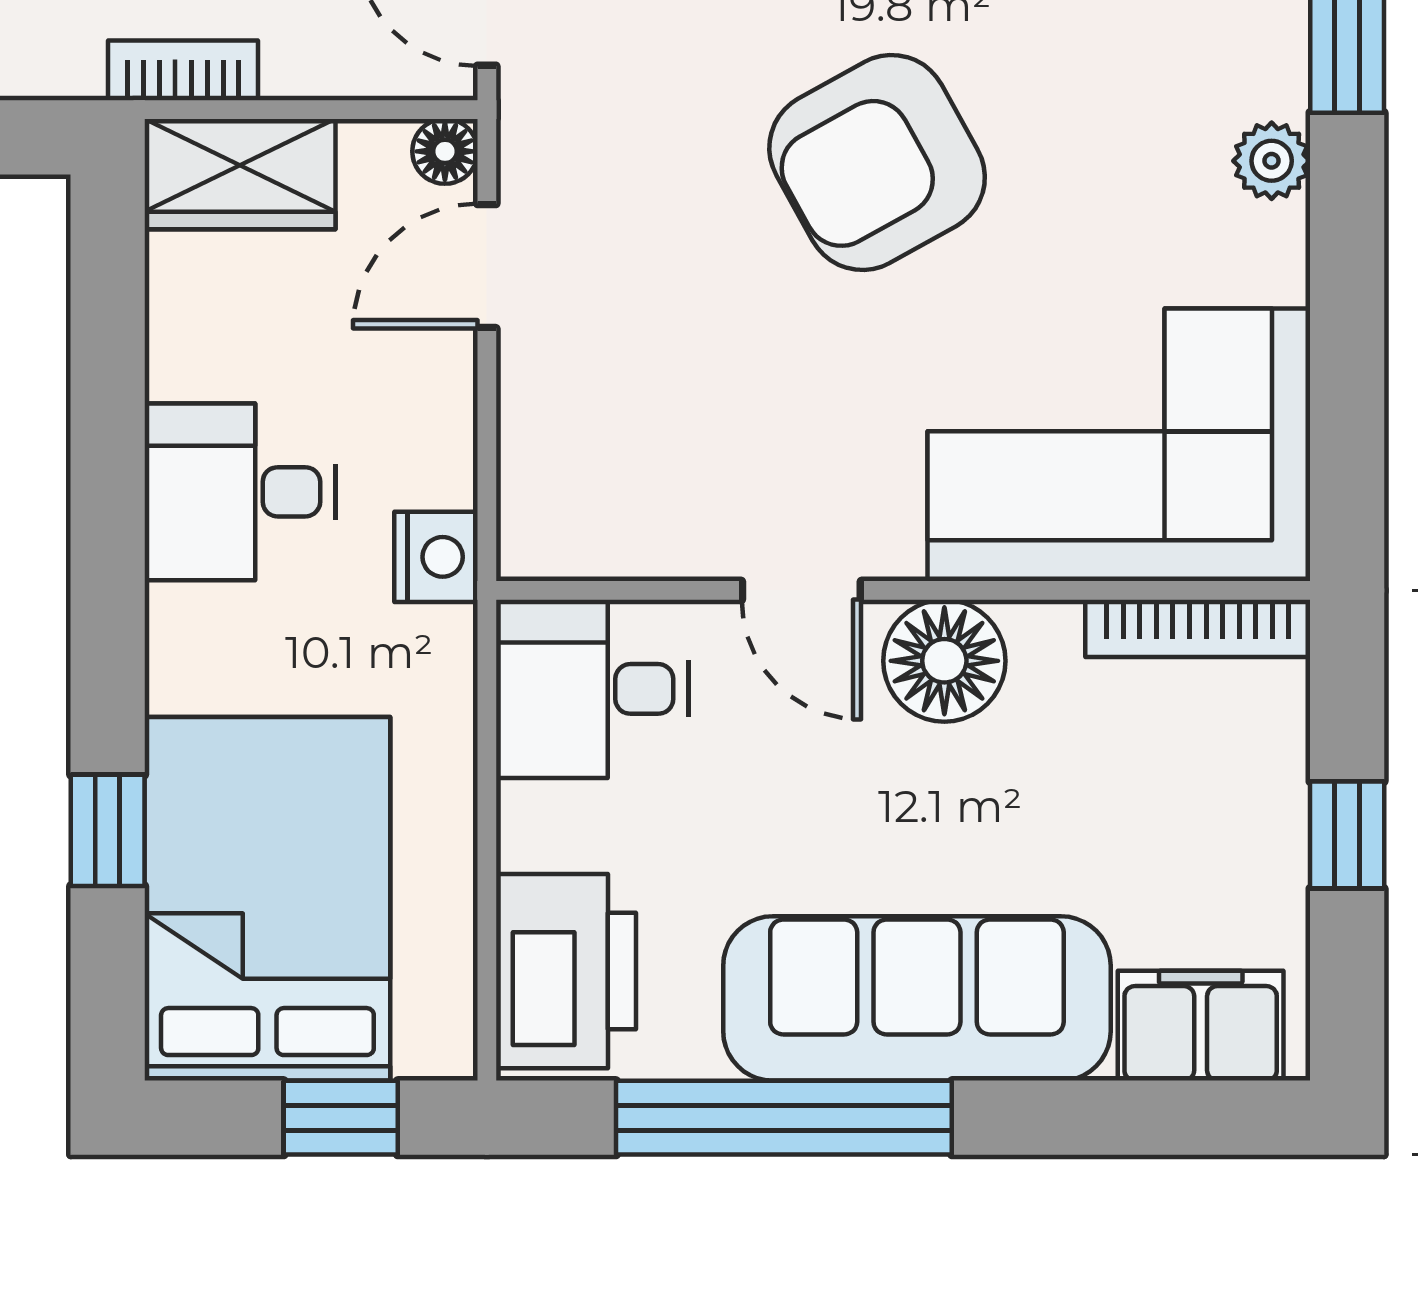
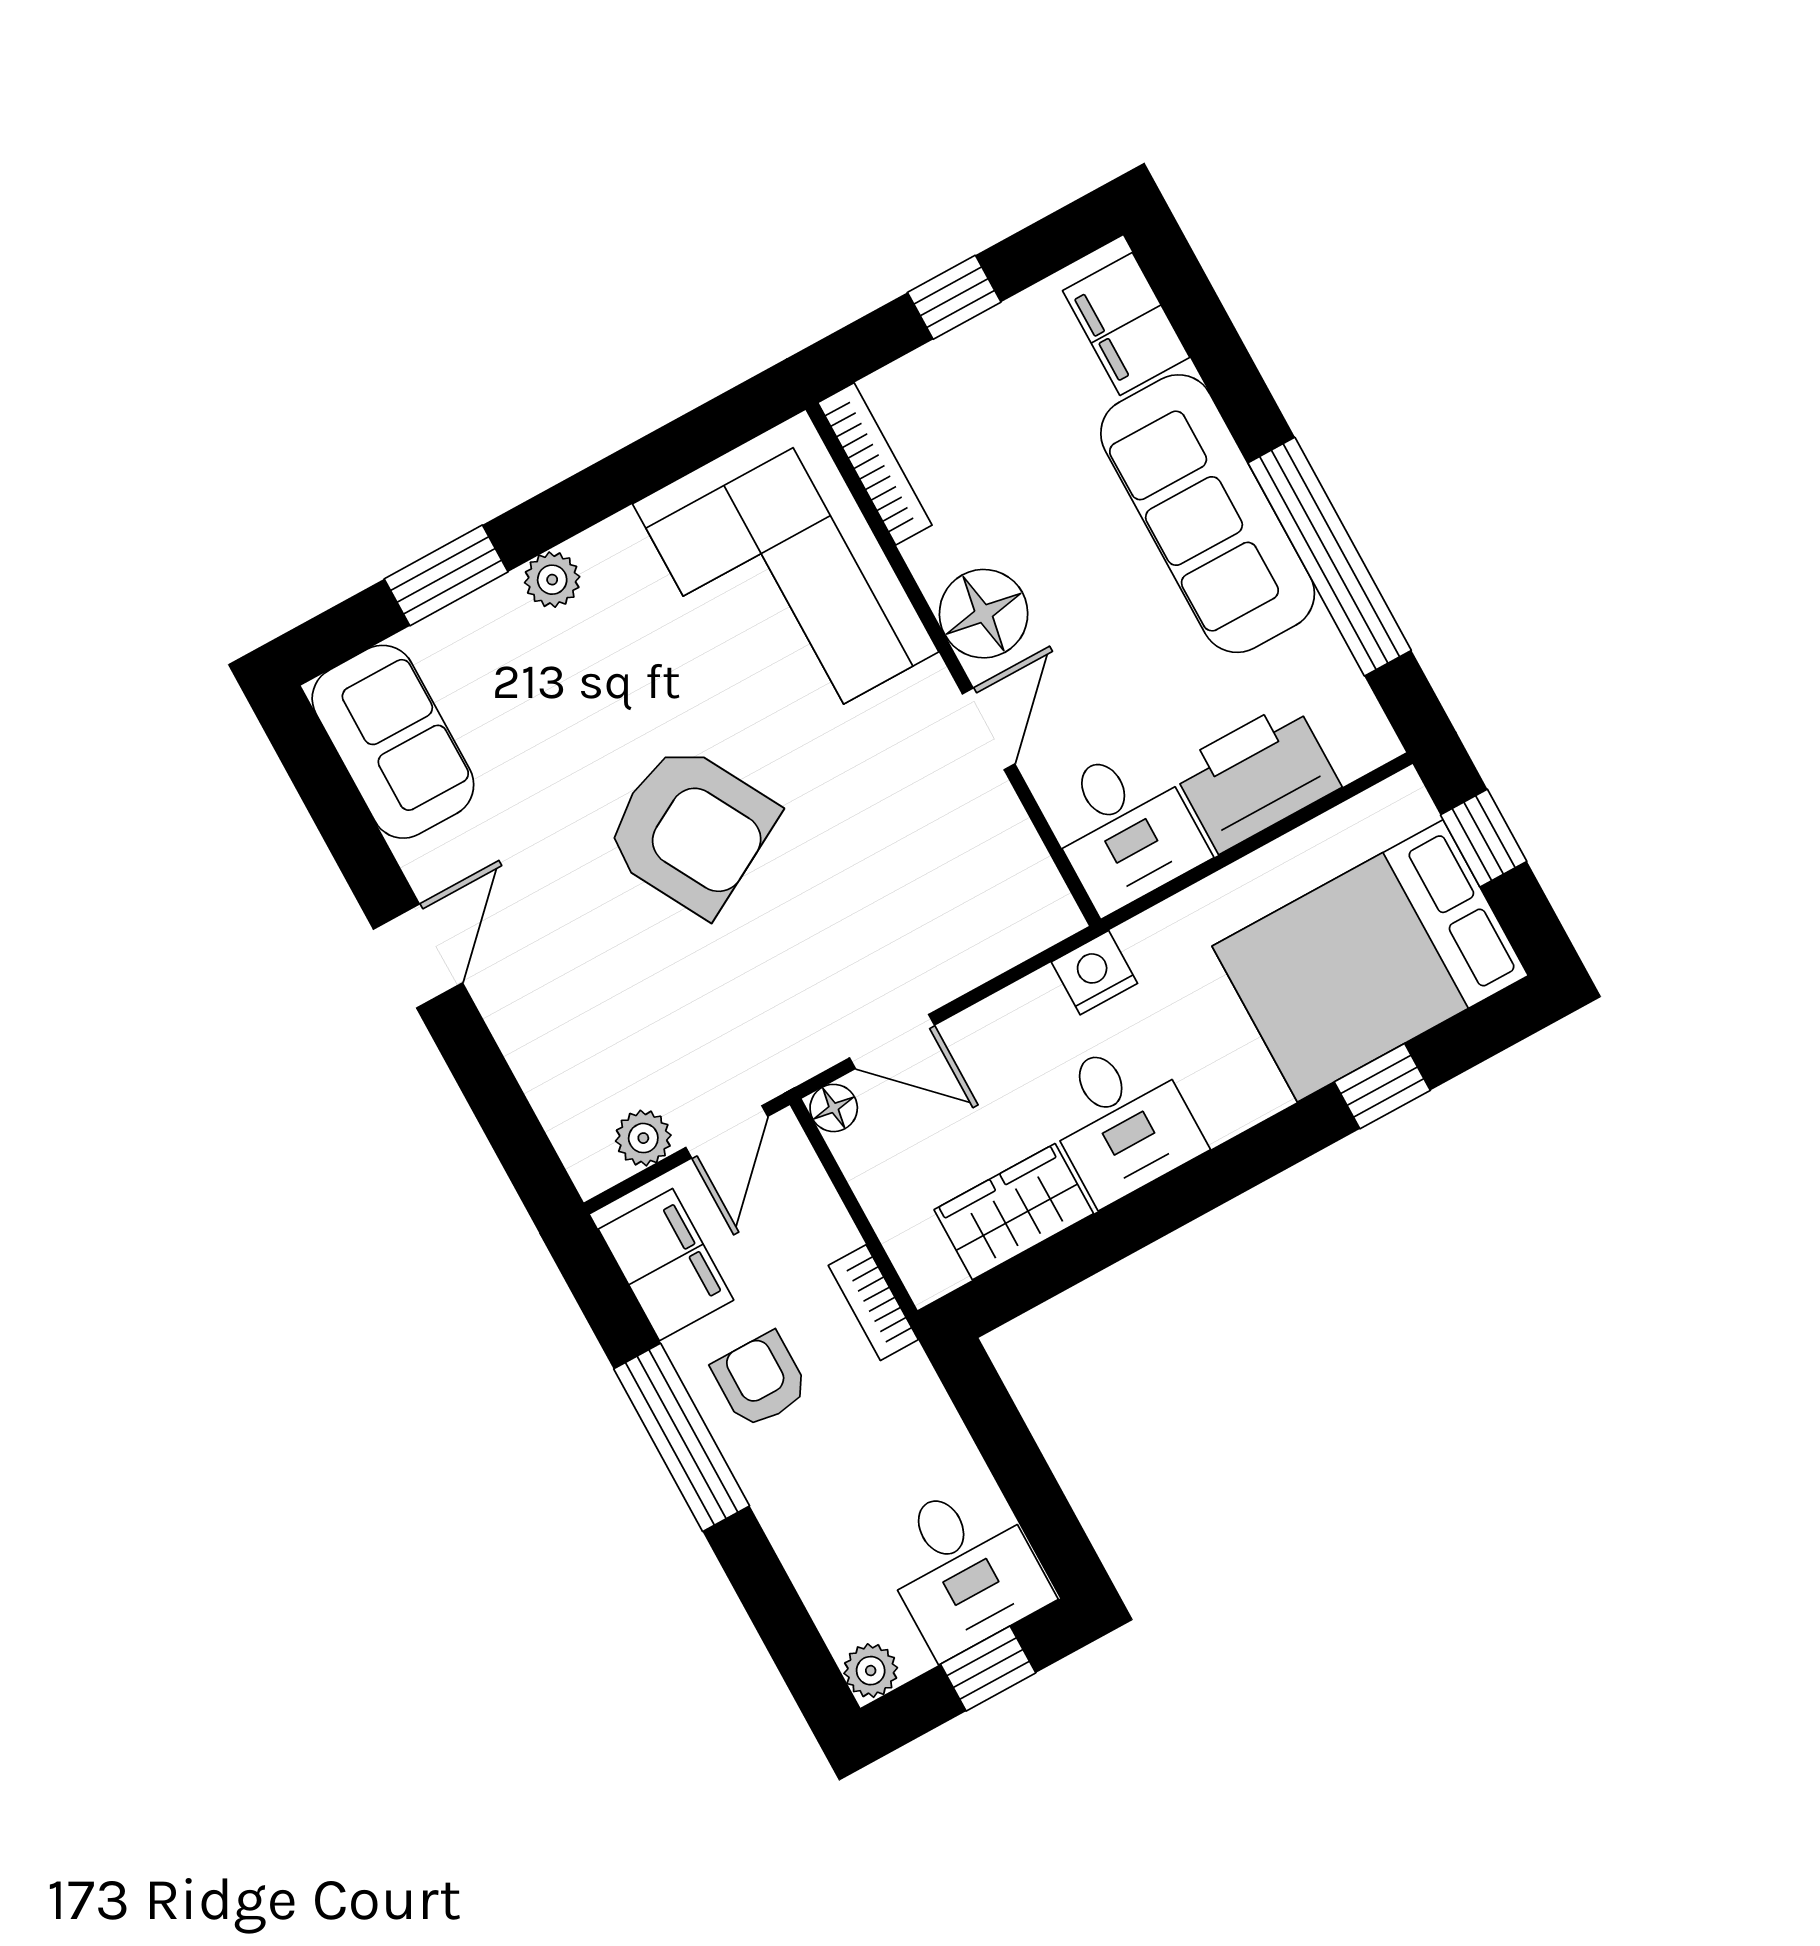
wardrobe: (240, 174) -> (1014, 1212), moved, turned -90
printer: (566, 971) -> (1256, 777), moved

